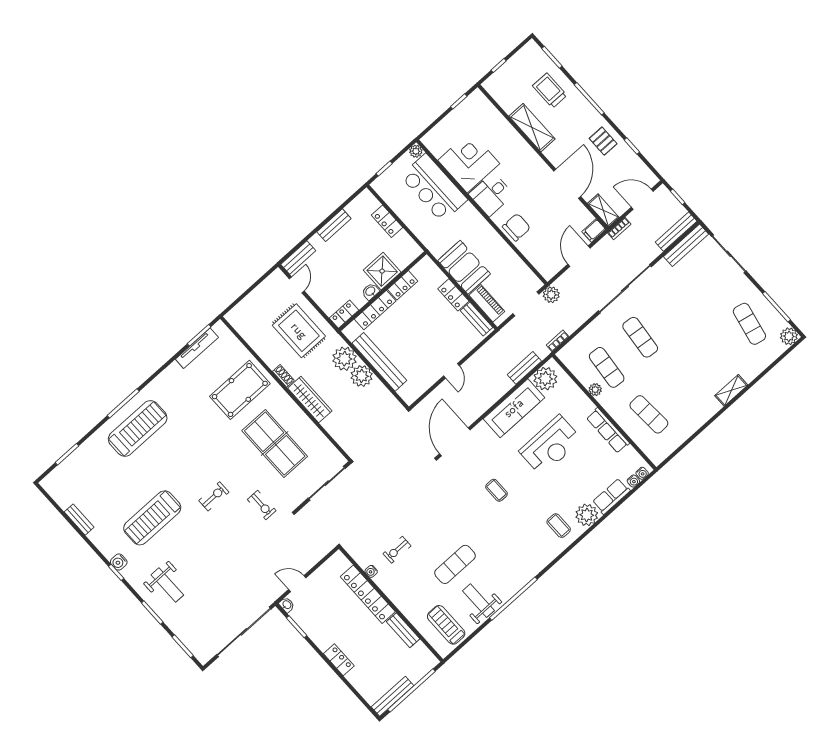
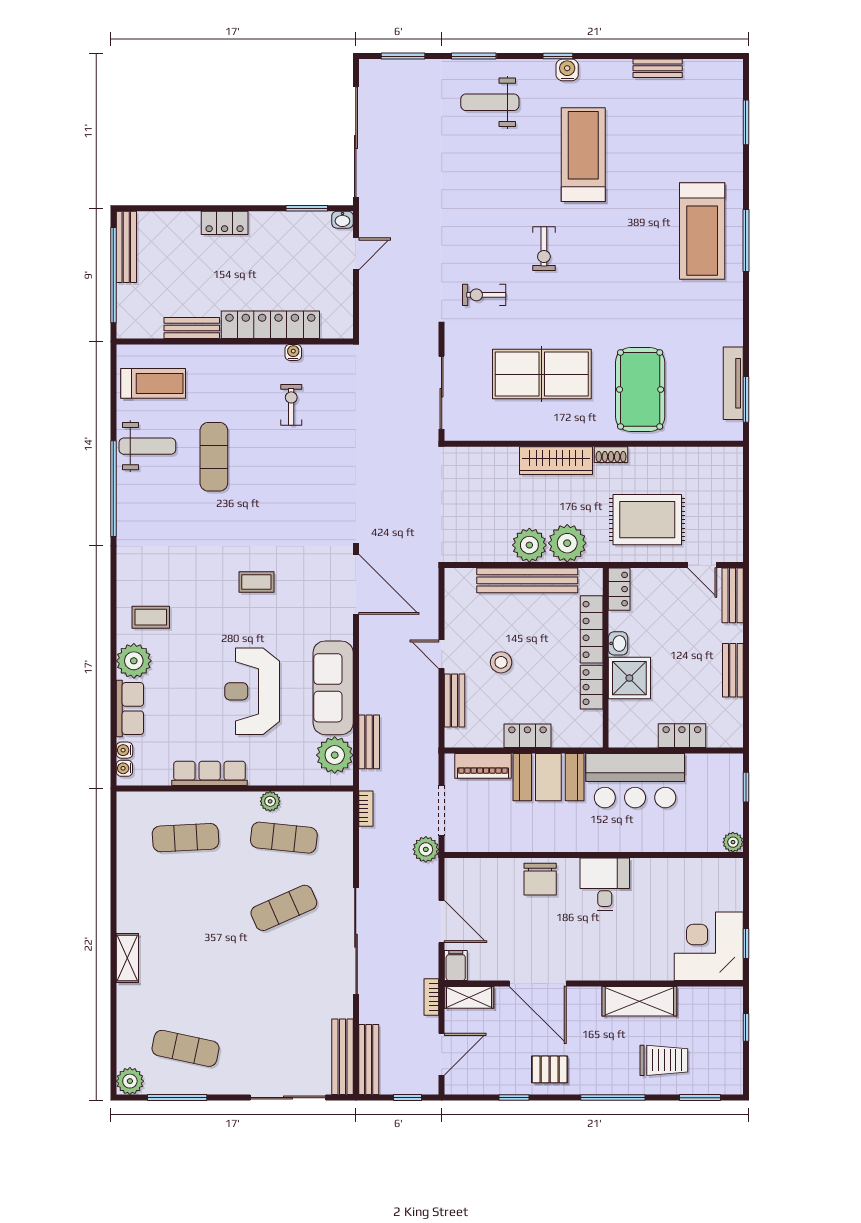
corner desk: (469, 162) -> (709, 946), moved, turned 180
bar counter: (434, 188) -> (635, 781), moved, turned 180
bench: (476, 319) -> (455, 700), moved, turned 90
exercise mat: (640, 337) -> (284, 908), turned -30
stool: (430, 339) -> (501, 662), added

